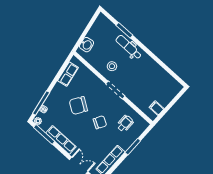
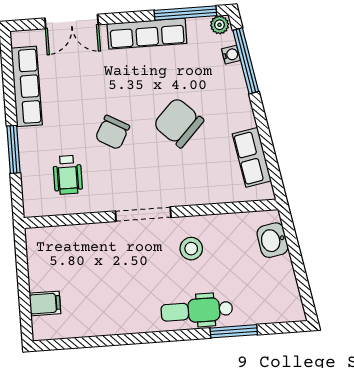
dental chair: (129, 47) -> (197, 311), turned 180
chair: (78, 106) -> (178, 123), turned -79
filing cabinet: (157, 108) -> (45, 303), moved

